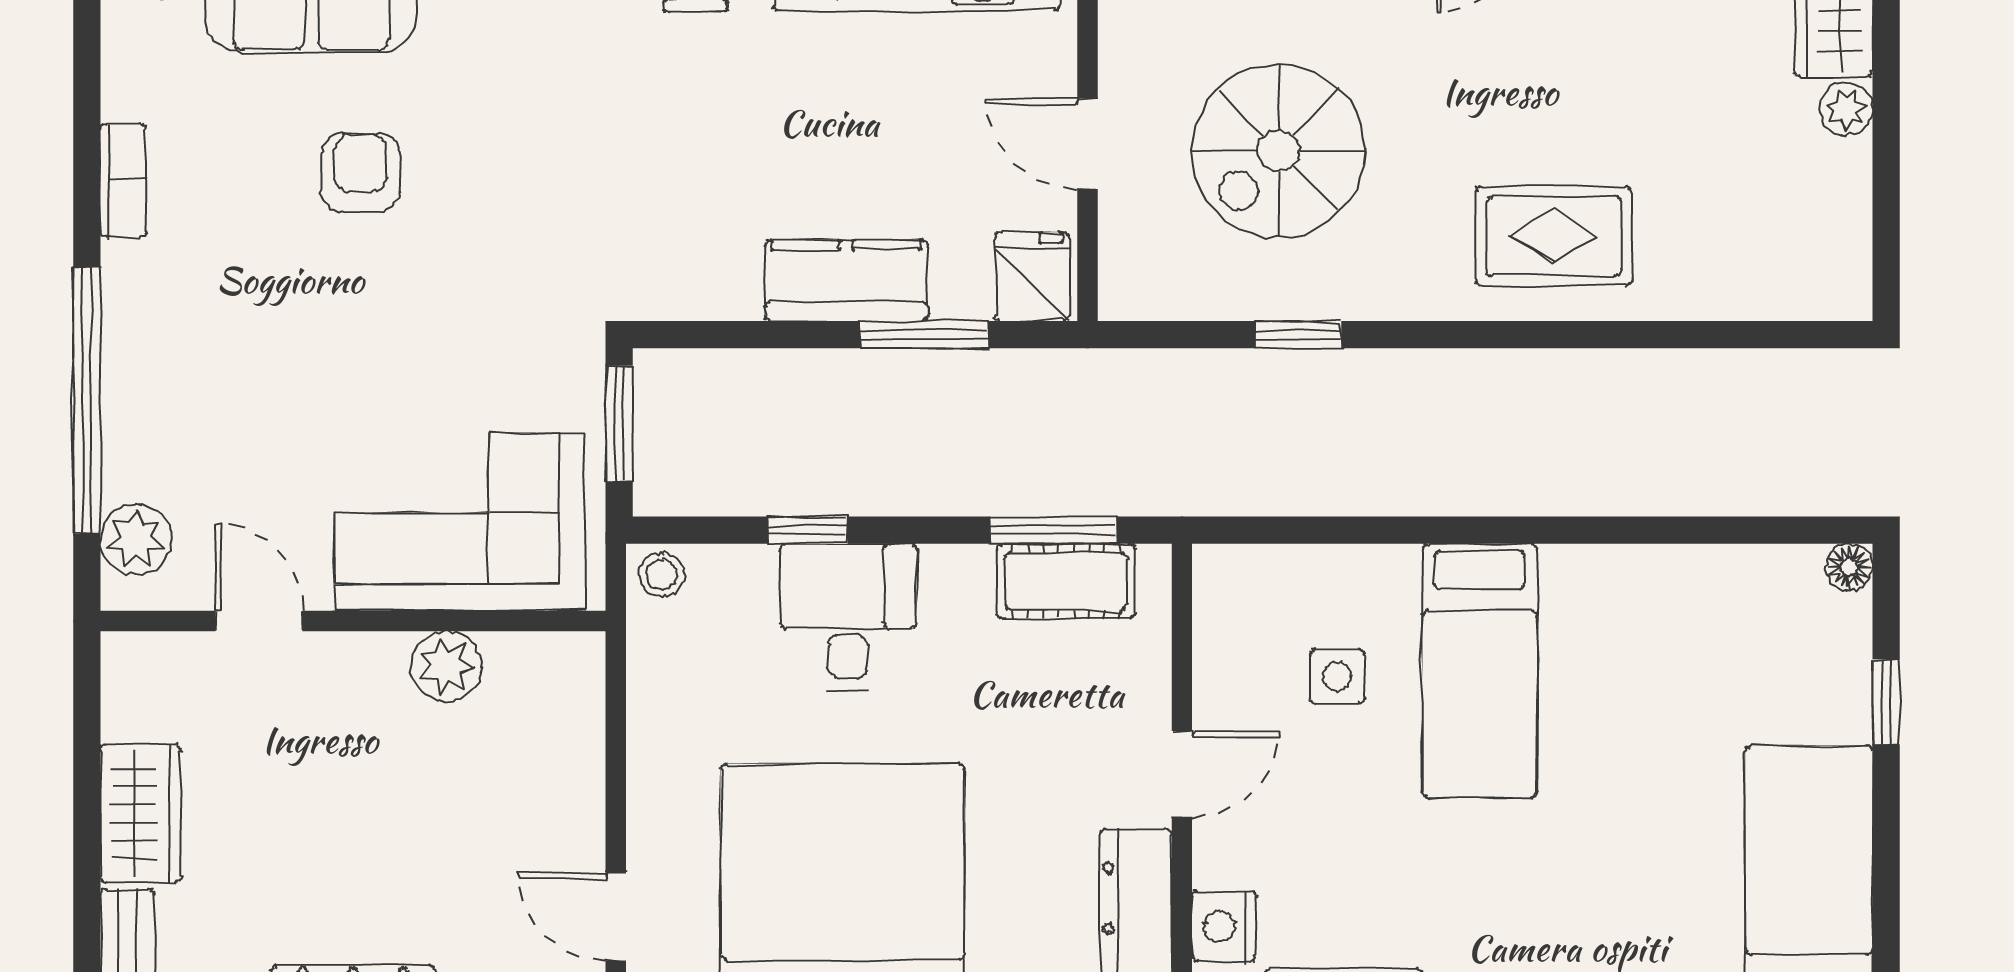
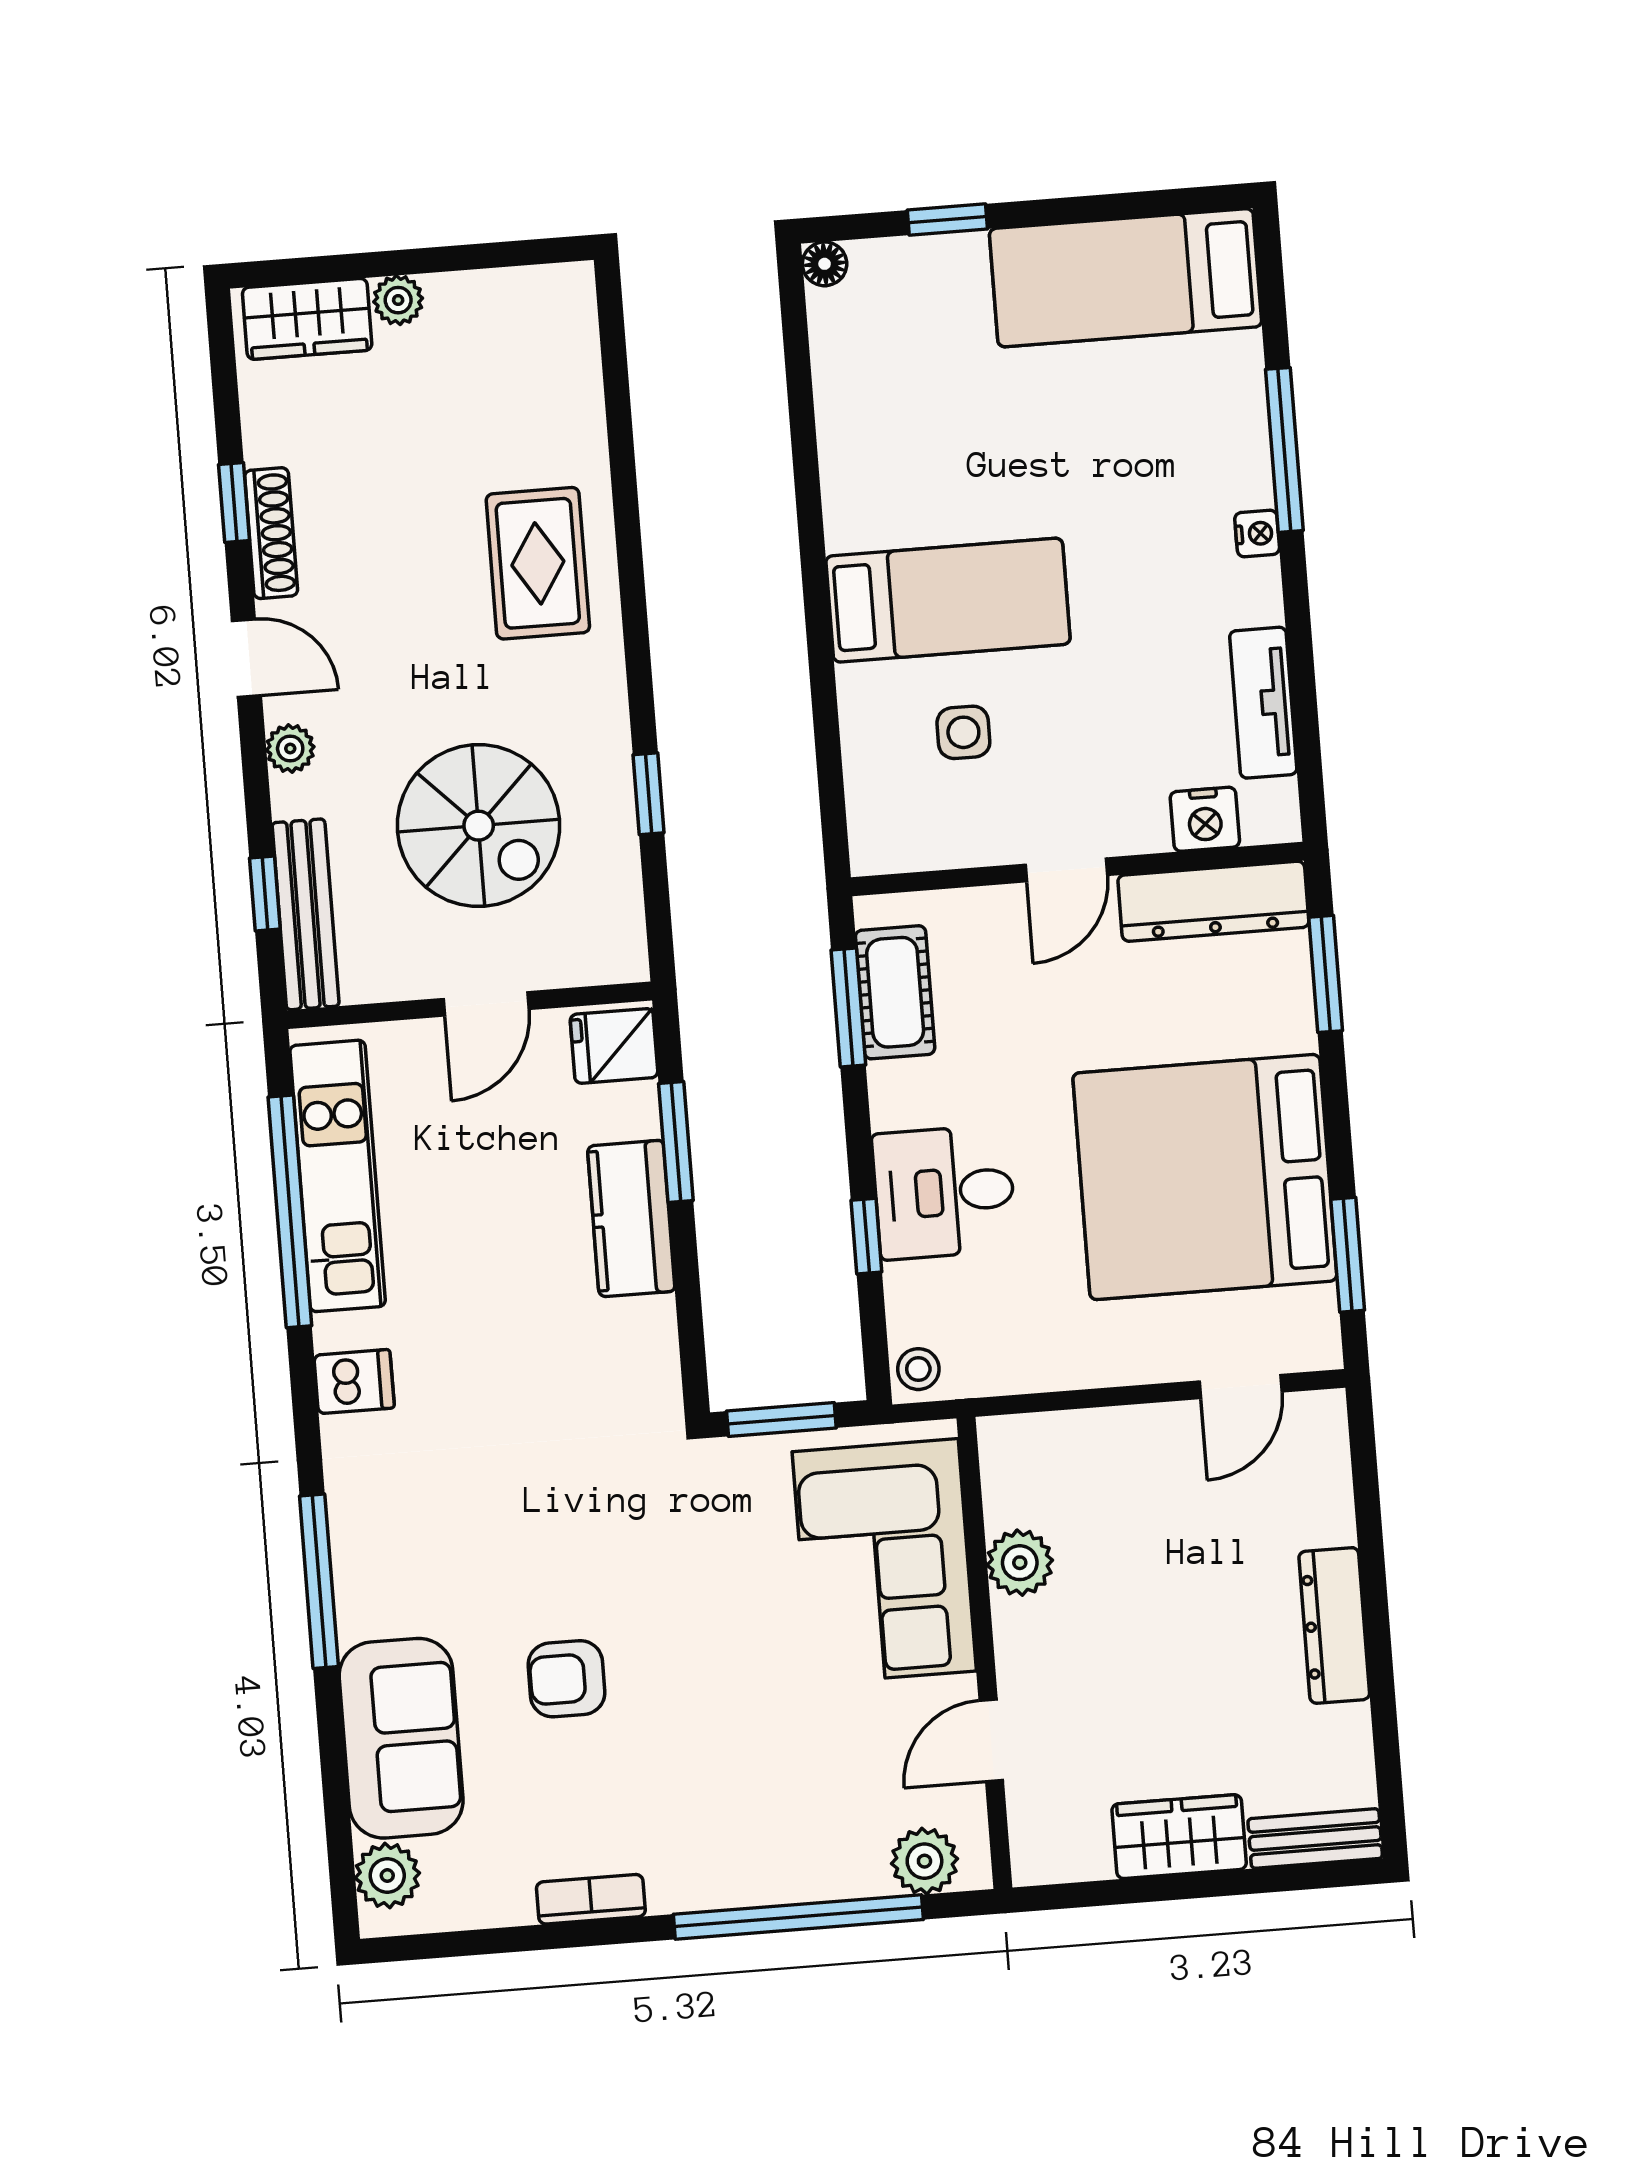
door: (1182, 774) -> (1066, 870), swing flipped

